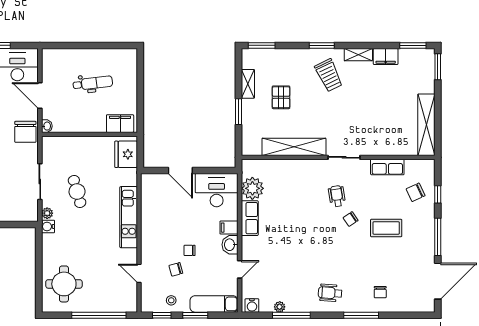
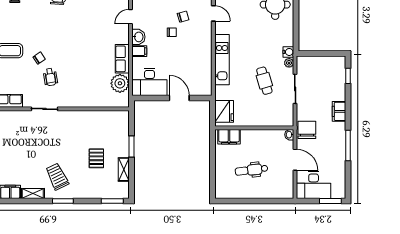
shelving: (294, 147) -> (86, 117), removed

